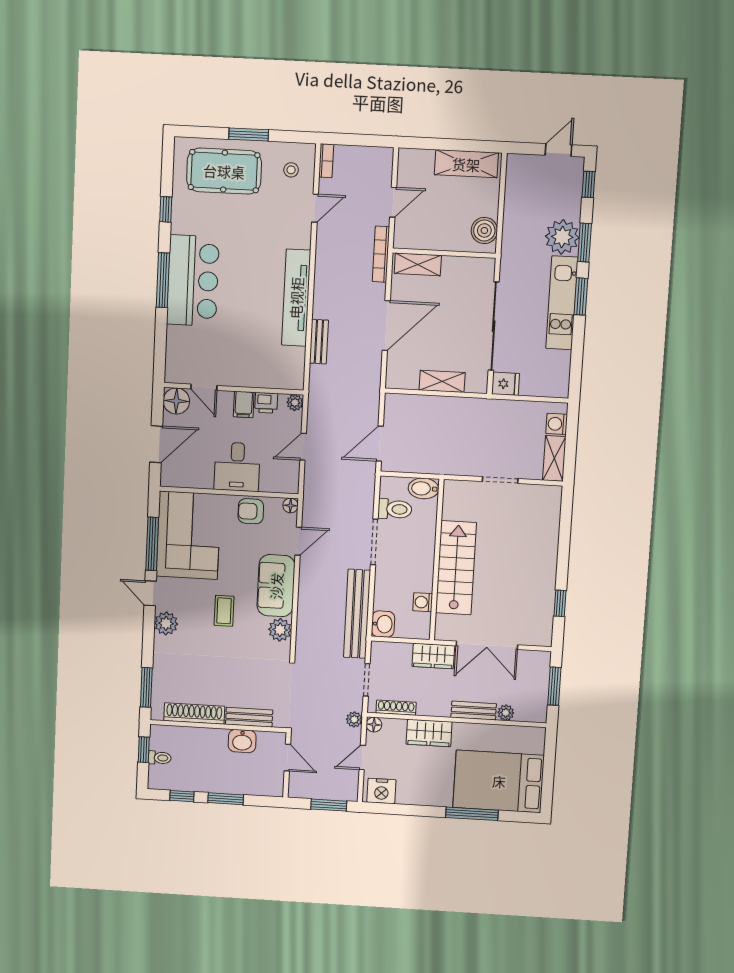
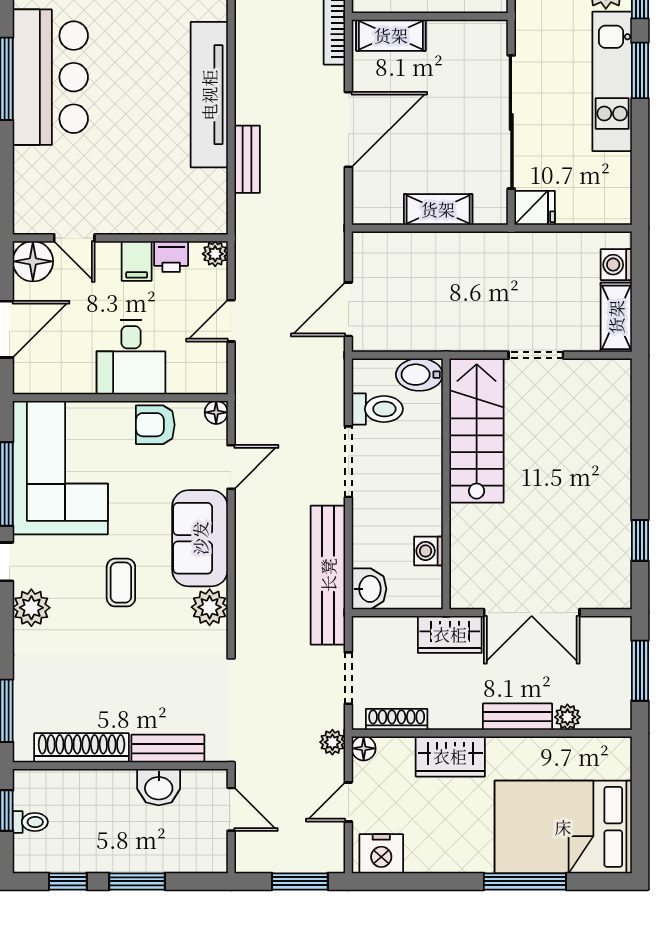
stairs: (456, 568) -> (477, 430), moved

